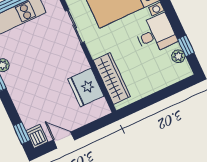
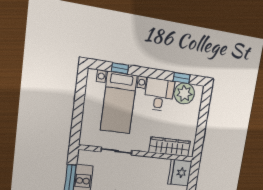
plant: (178, 56) -> (184, 93), width x1.87, depth x1.87
fridge: (86, 87) -> (180, 173), moved, turned 90

